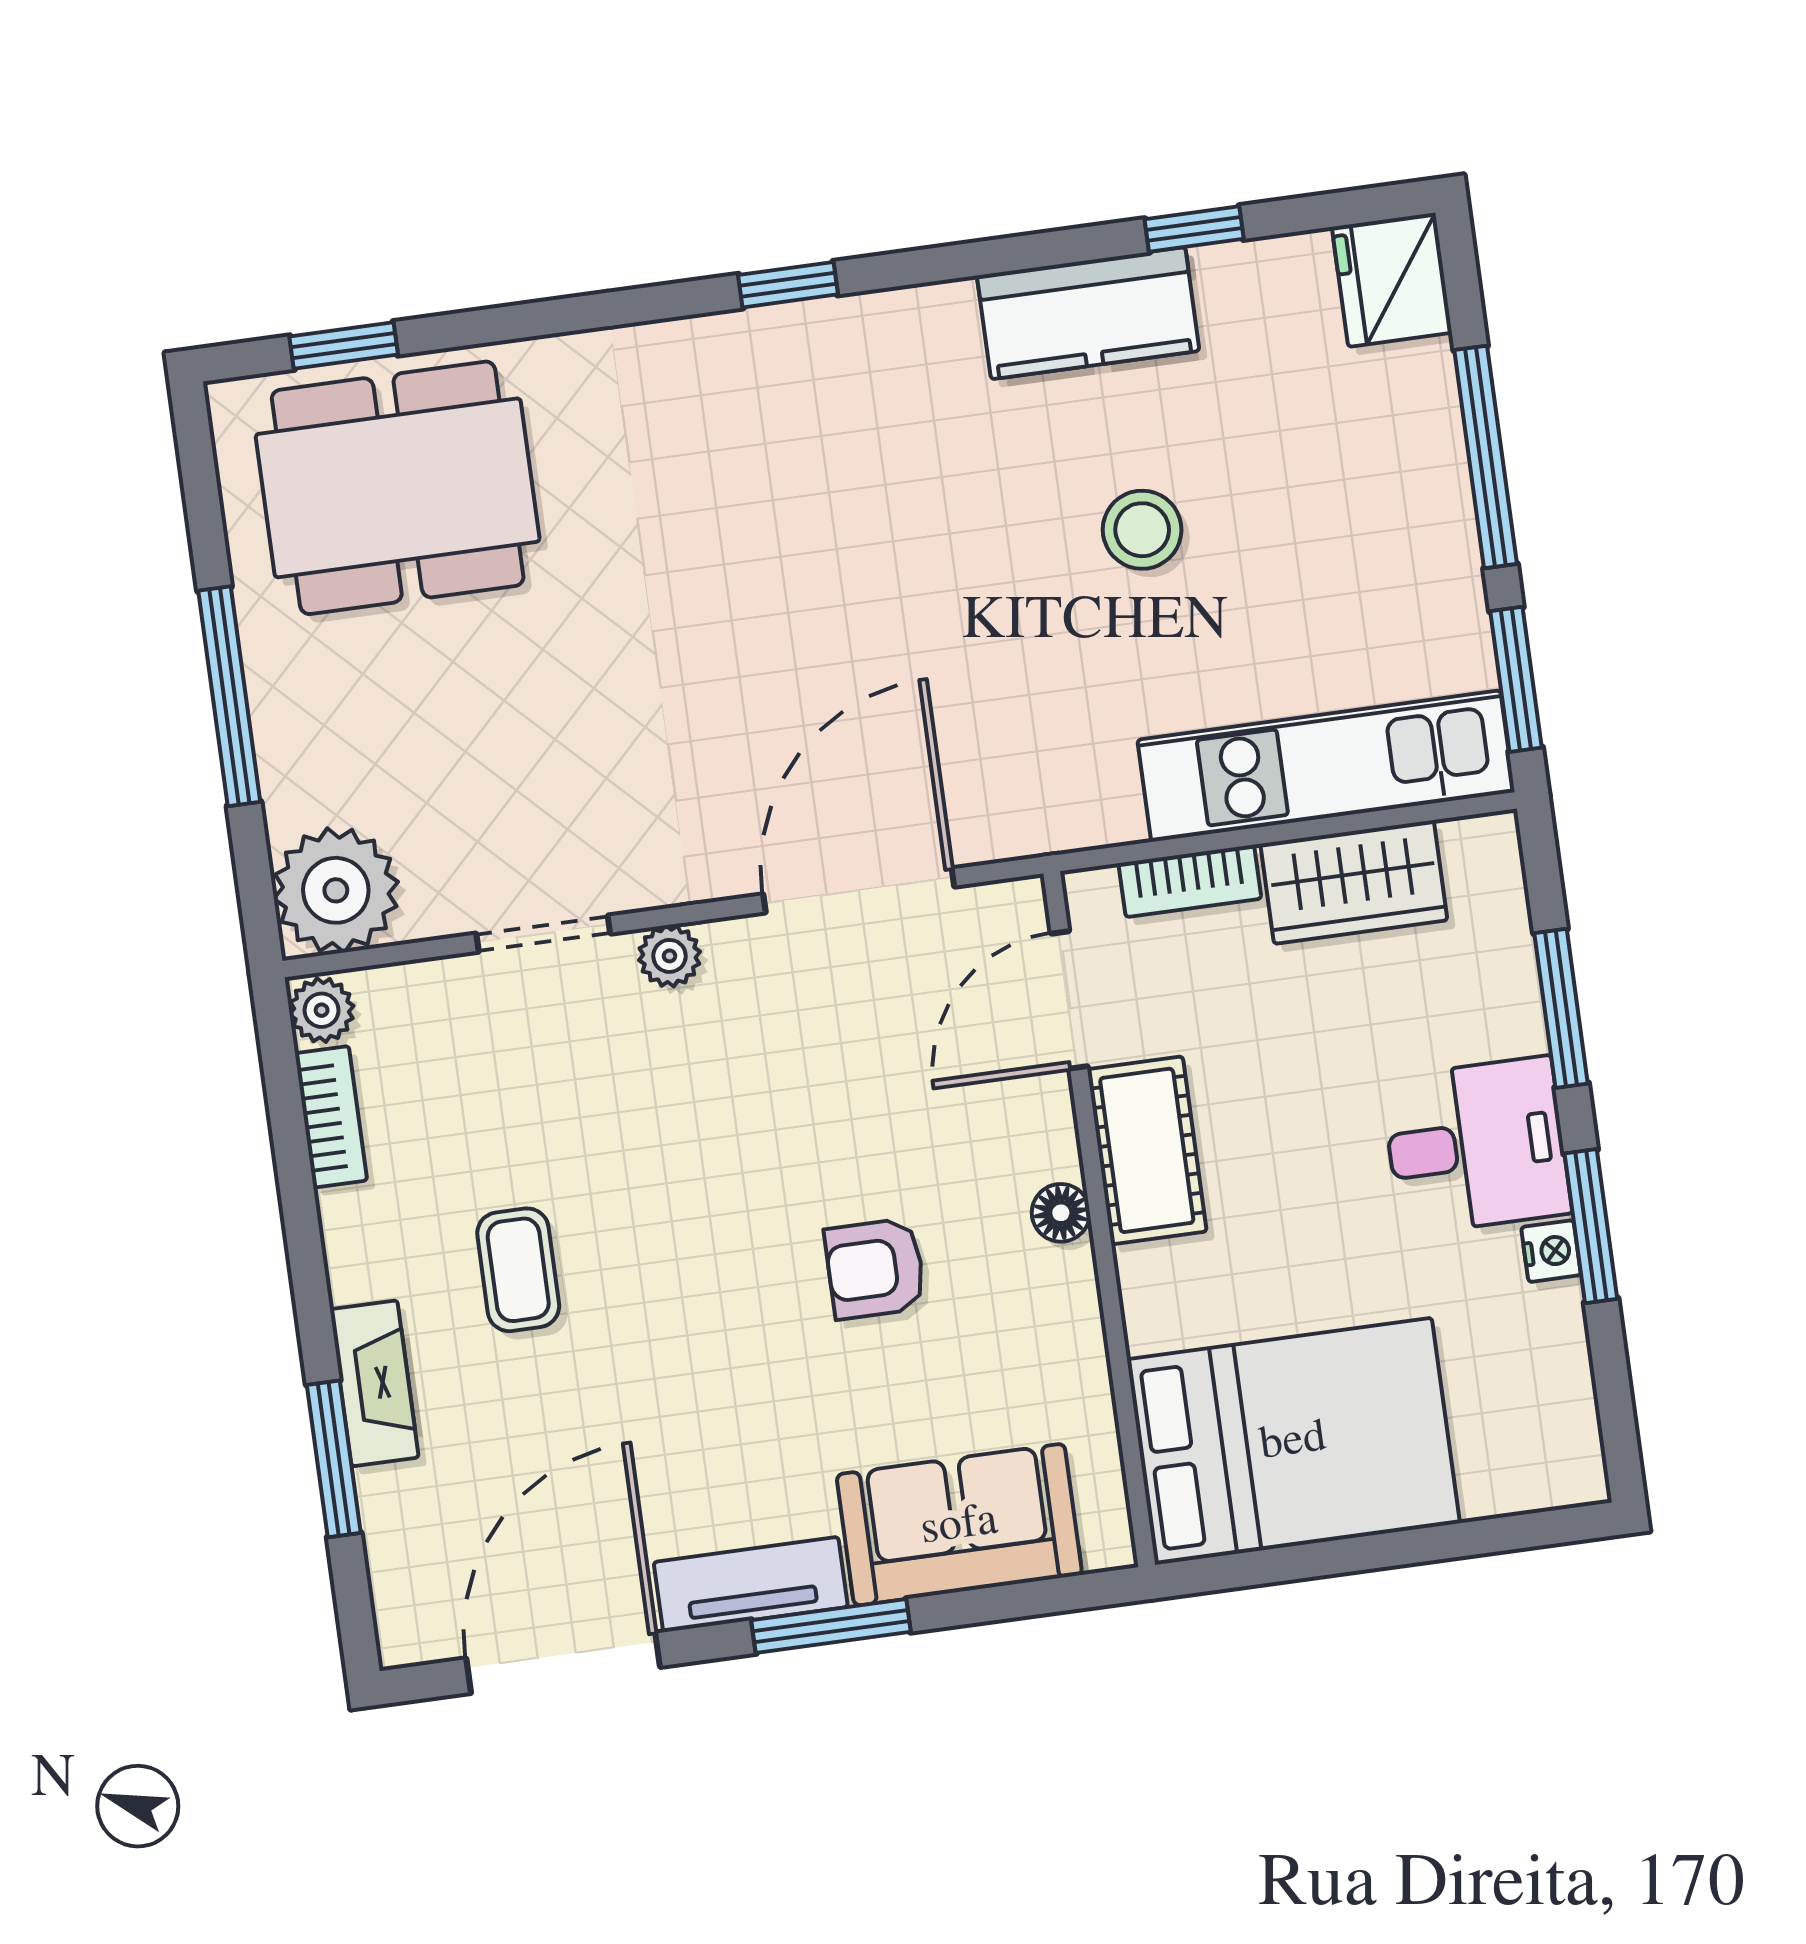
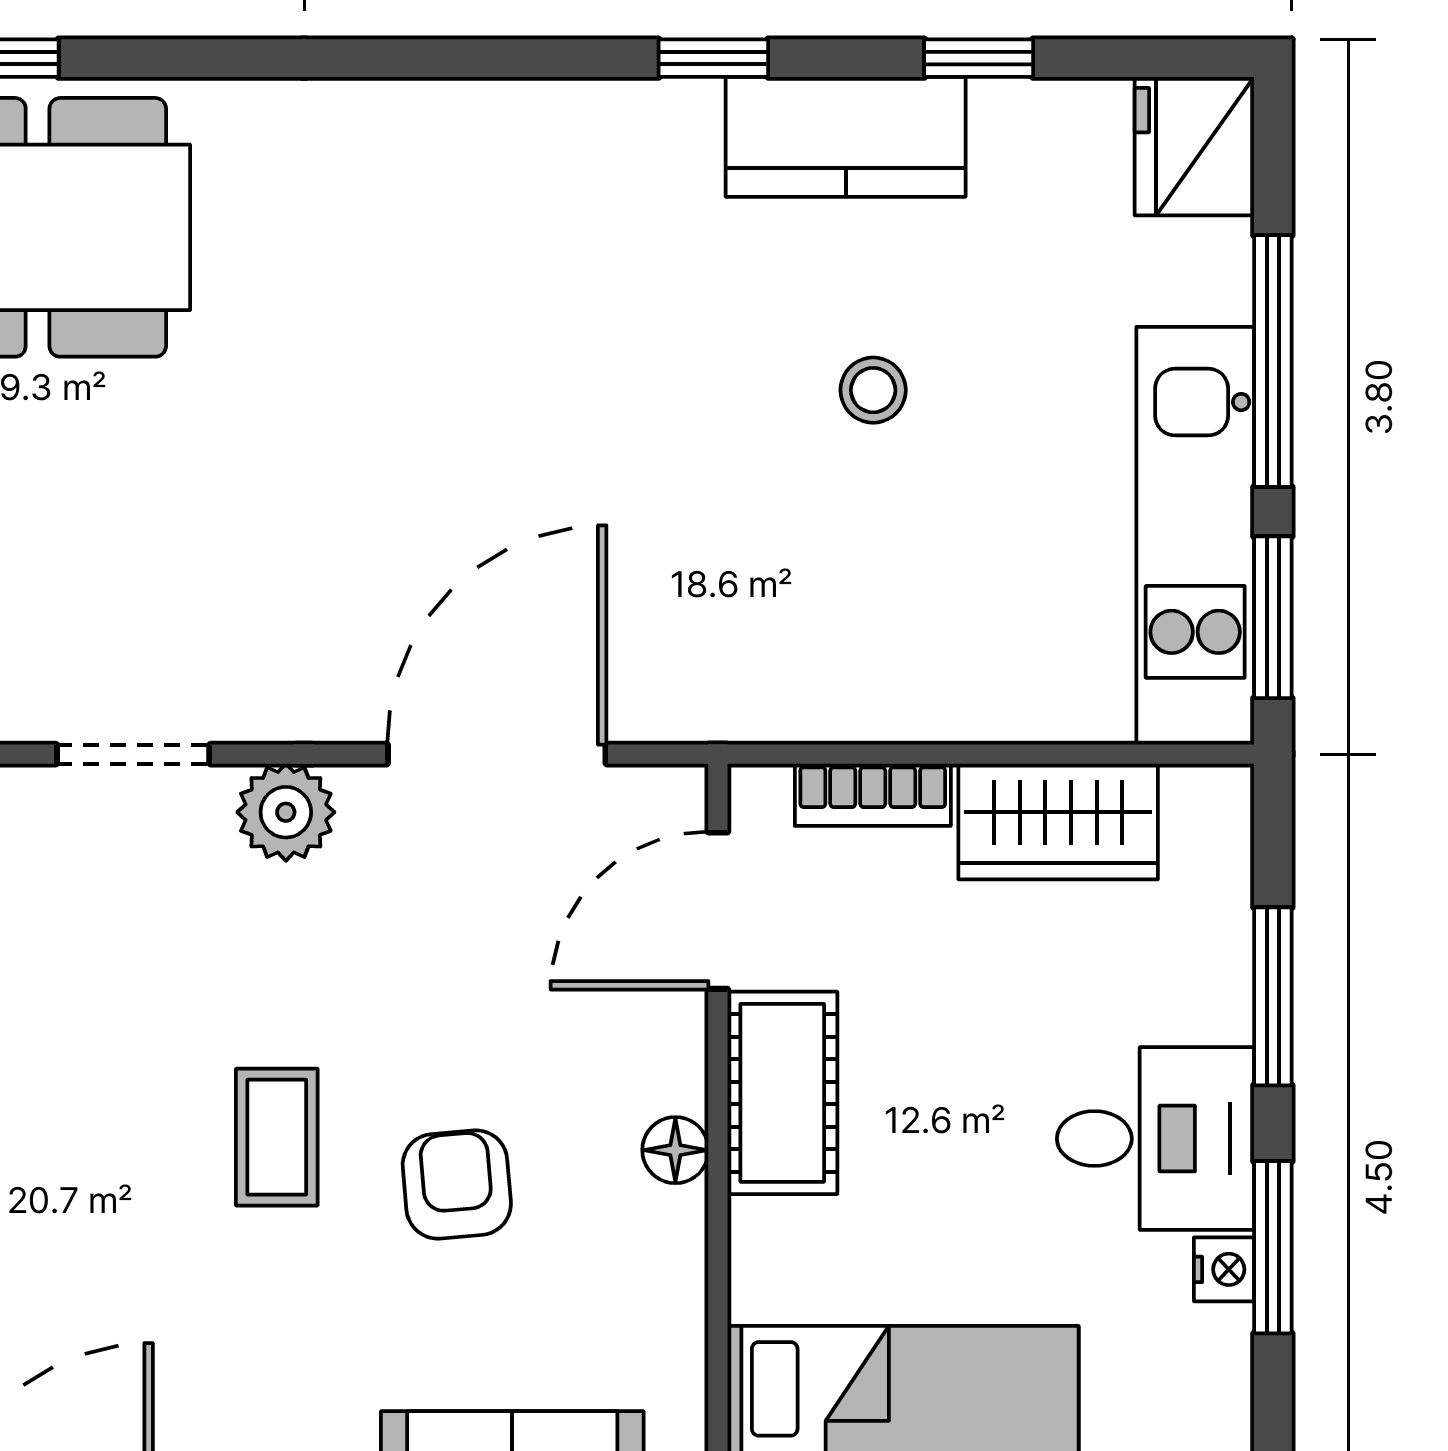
window: (788, 285) -> (713, 58), moved
stool: (1142, 530) -> (873, 390), width x0.73, depth x0.73
kitchen unit: (1326, 766) -> (1195, 536), moved, turned -90
plant: (669, 956) -> (286, 812), width x1.38, depth x1.38
armchair: (875, 1269) -> (457, 1184), turned 85
coffee table: (518, 1270) -> (277, 1137), moved

